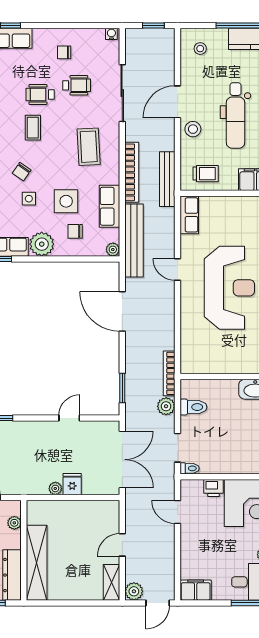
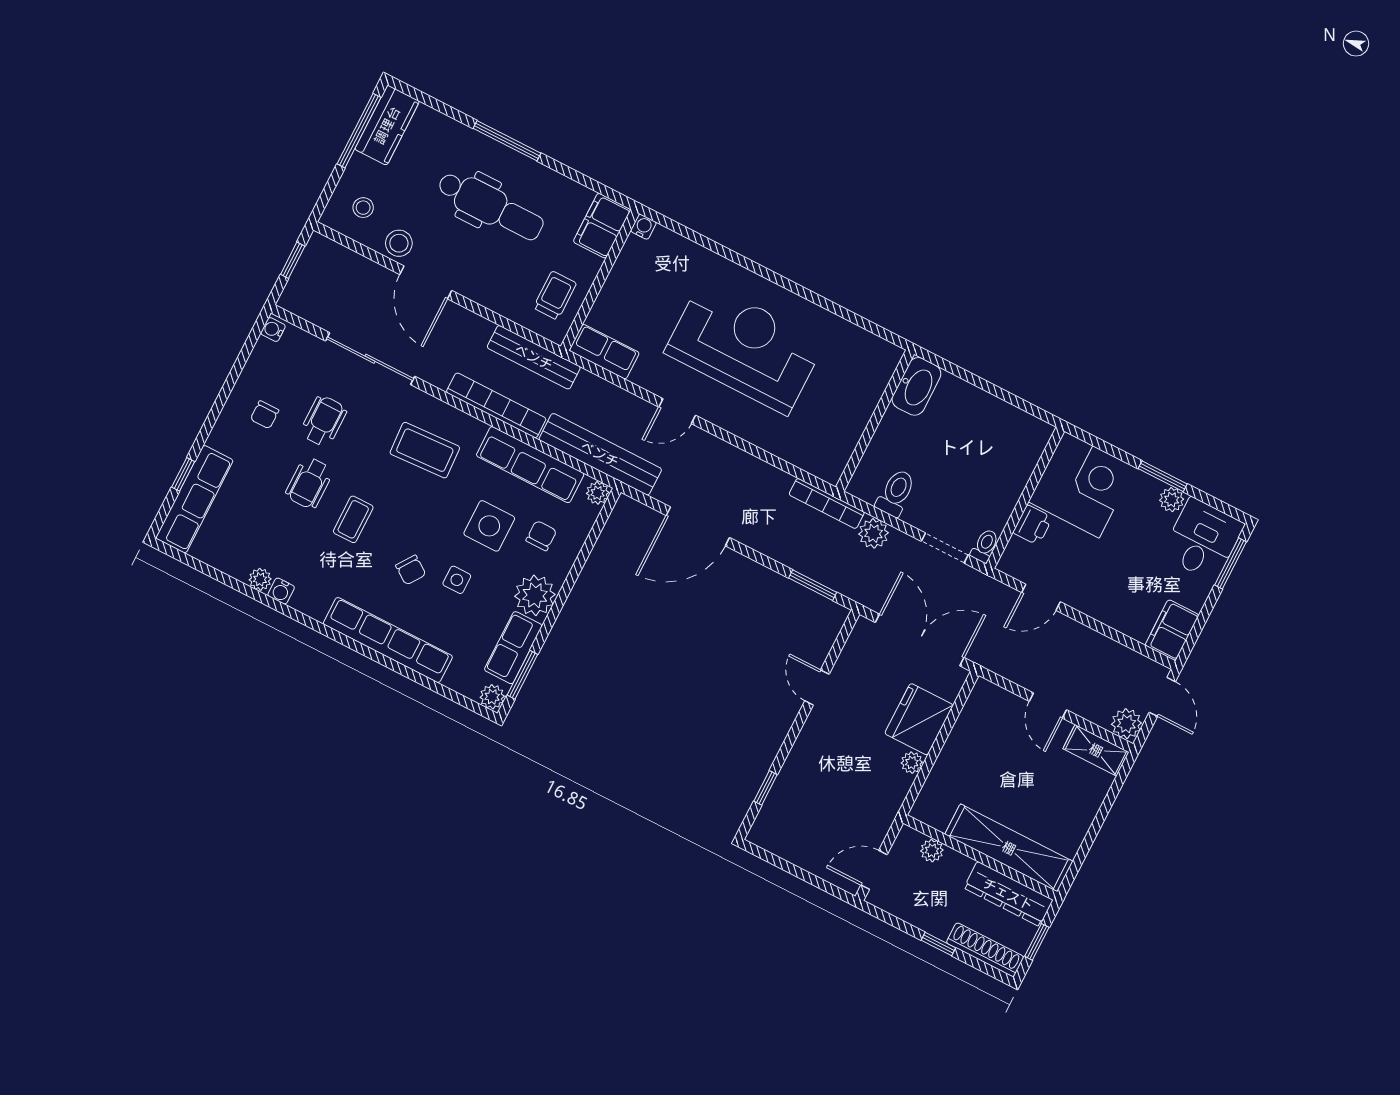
coffee table: (33, 128) -> (353, 519), turned 90
stool: (193, 129) -> (399, 243), moved
row of seats: (110, 206) -> (530, 465), width x1.48
chair: (75, 231) -> (541, 536), turned 180
fridge: (72, 484) -> (919, 719), width x1.88, depth x1.34

